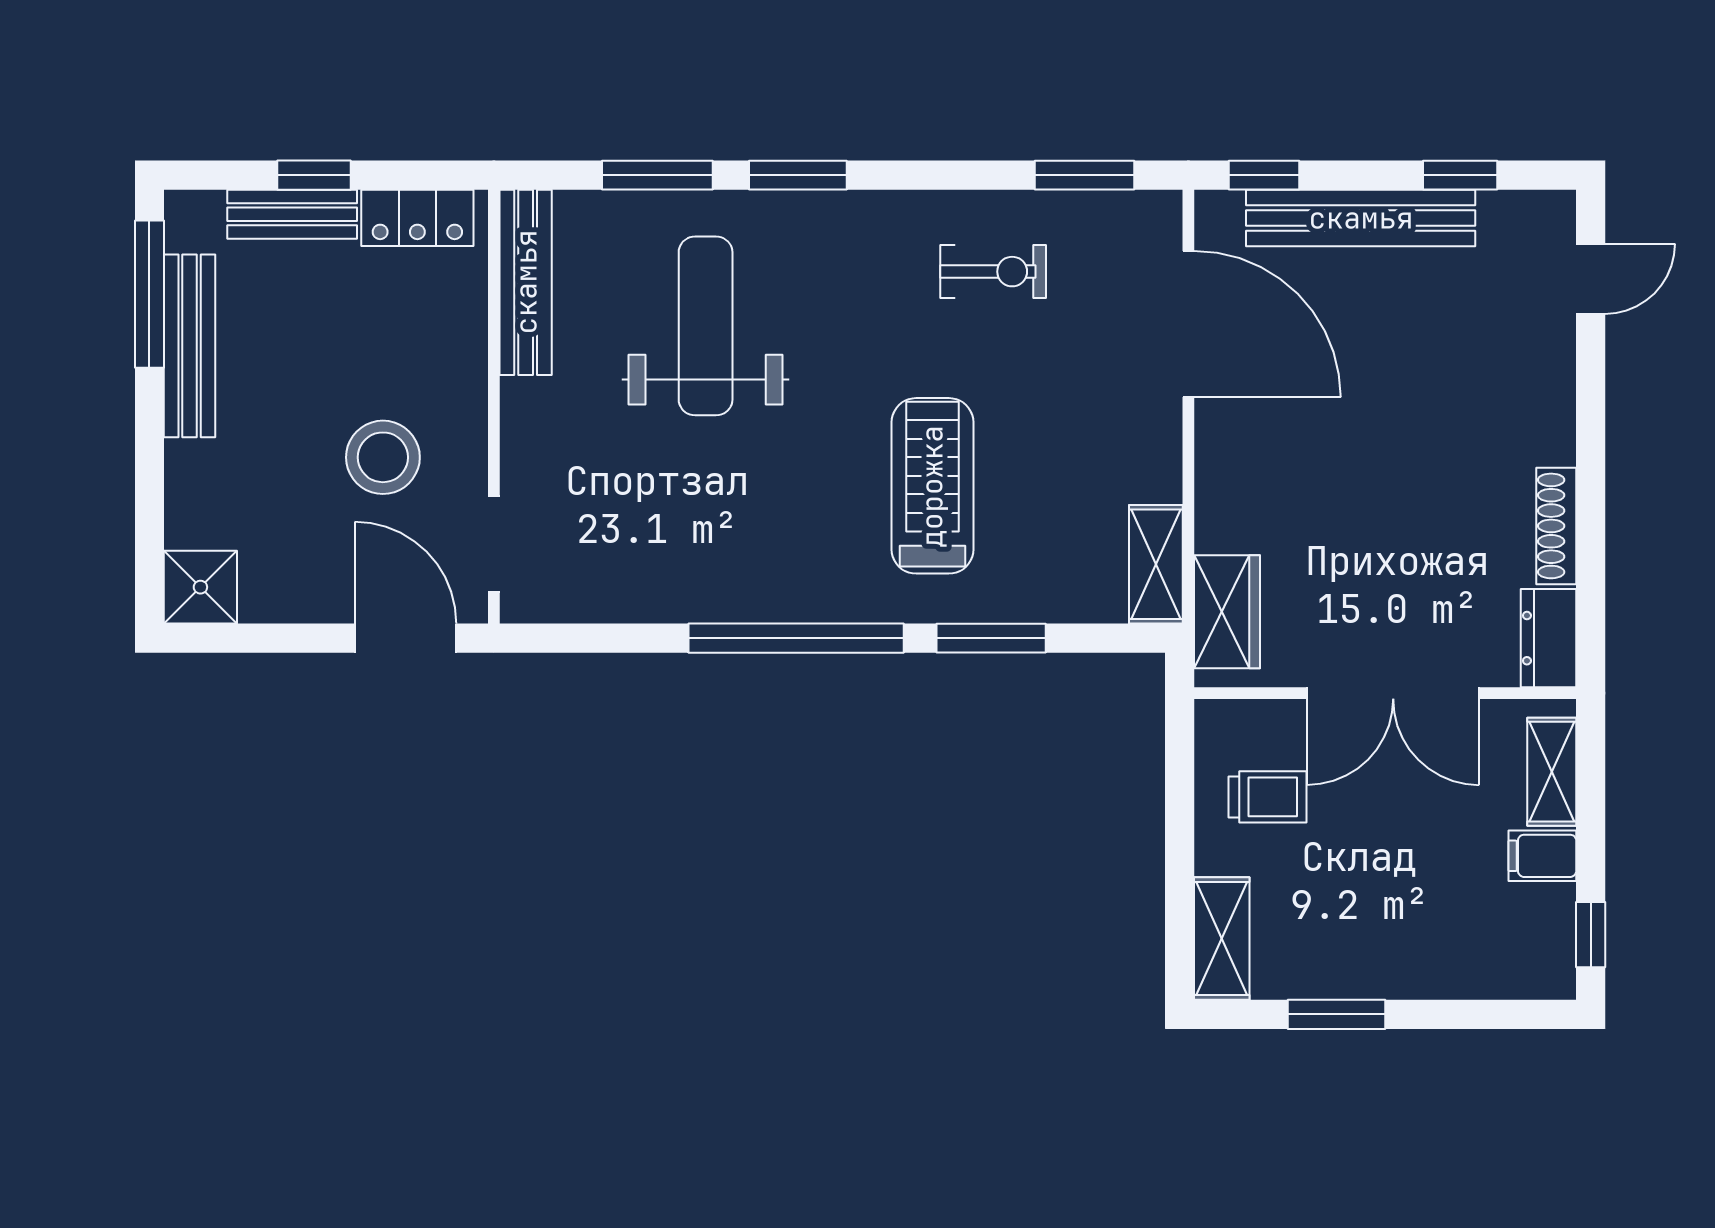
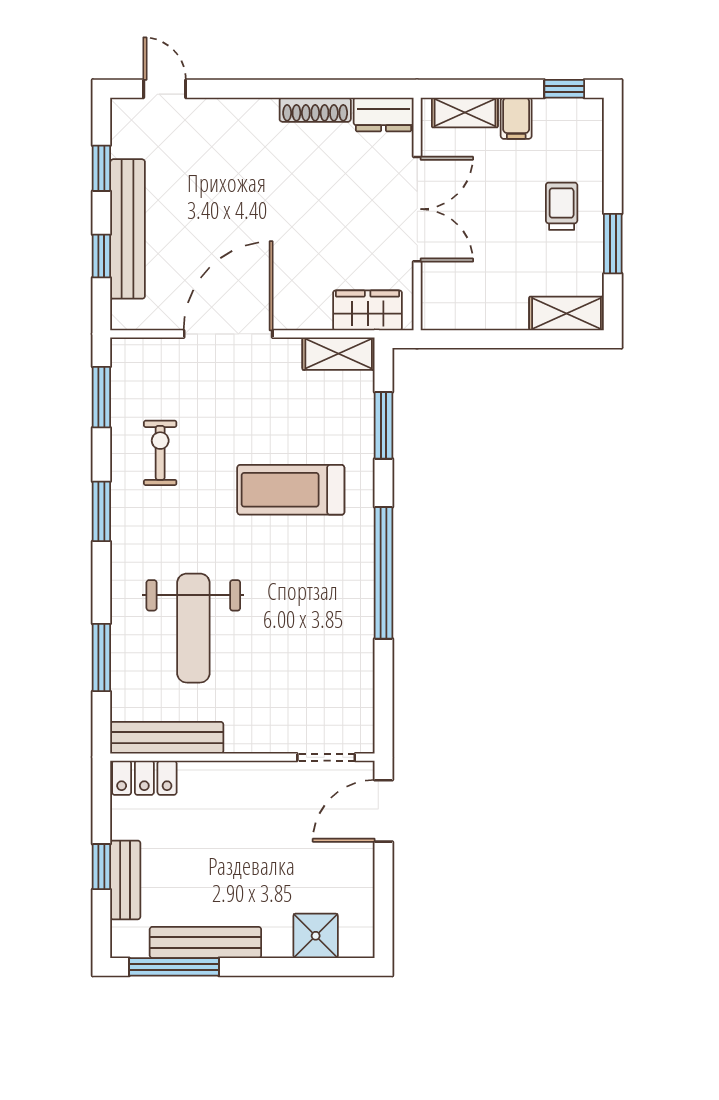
window: (798, 175) -> (101, 511), moved
window: (1264, 175) -> (101, 256), moved
locker: (417, 218) -> (144, 778), moved, turned 90
door: (1188, 324) -> (228, 334), moved
weight bench: (706, 326) -> (193, 628), turned -90
stool: (383, 457) -> (273, 825), removed
shower: (200, 587) -> (316, 936), moved
window: (991, 638) -> (384, 425), moved
trolley: (1267, 797) -> (562, 206), moved

